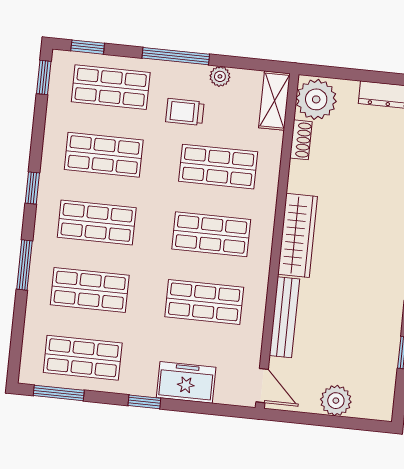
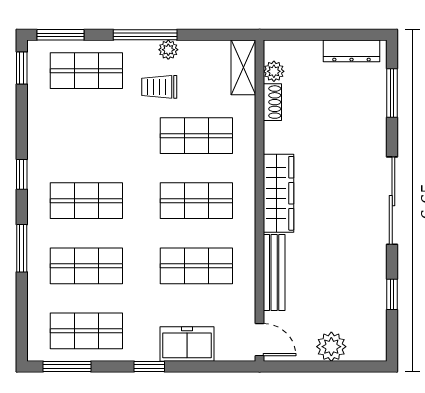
window: (88, 47) -> (60, 35), width x1.50
plant: (220, 76) -> (168, 50), moved
plant: (316, 99) -> (274, 71), width x0.53, depth x0.53
shop shelf: (104, 155) -> (86, 136), removed

